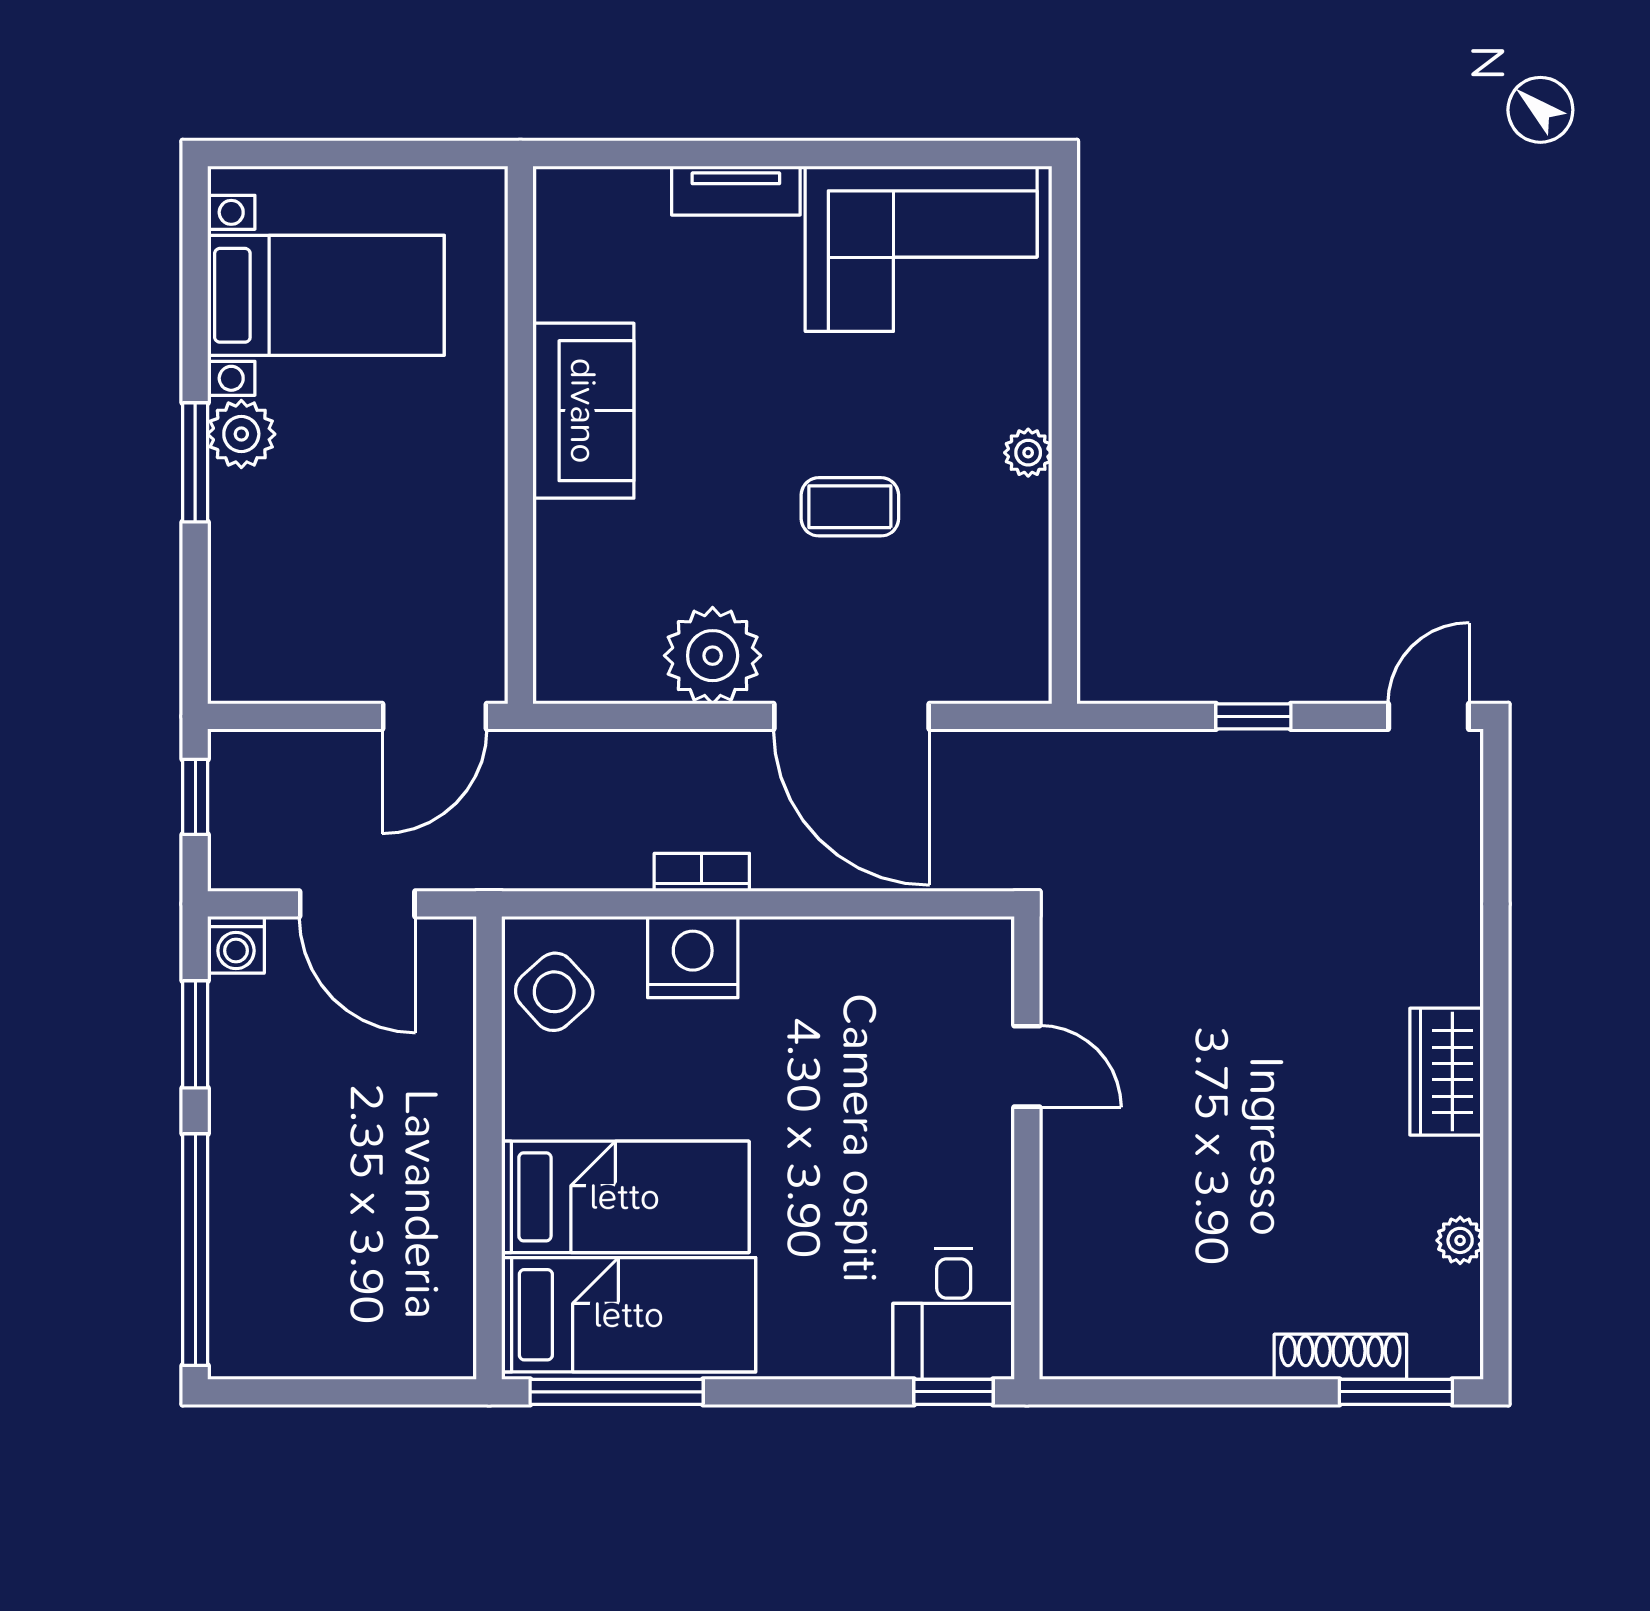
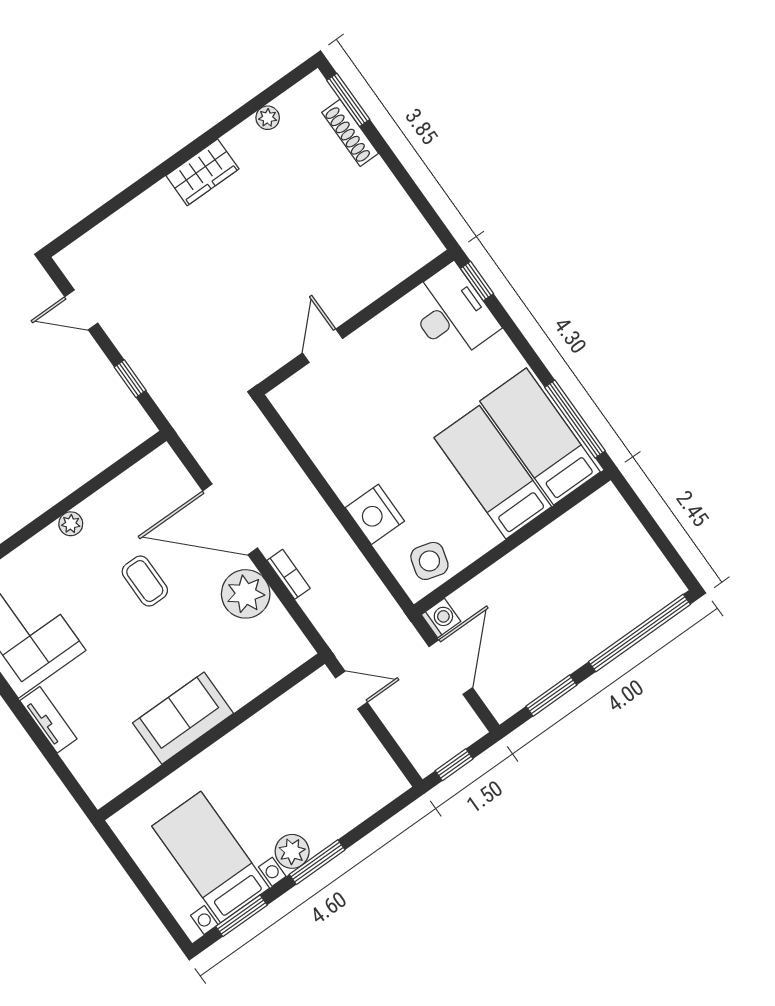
window: (195, 278) -> (242, 916), added
door: (434, 716) -> (351, 690), width x0.73
door: (852, 716) -> (230, 519), swing flipped
window: (1253, 716) -> (130, 379), moved
door: (1428, 716) -> (81, 310), moved
bookcase: (702, 872) -> (289, 574), moved, turned 180
washing machine: (236, 945) -> (441, 618), moved
side table: (554, 992) -> (429, 561), turned -32
desk: (954, 1314) -> (452, 313), width x1.37

